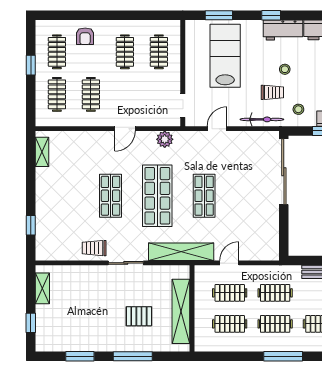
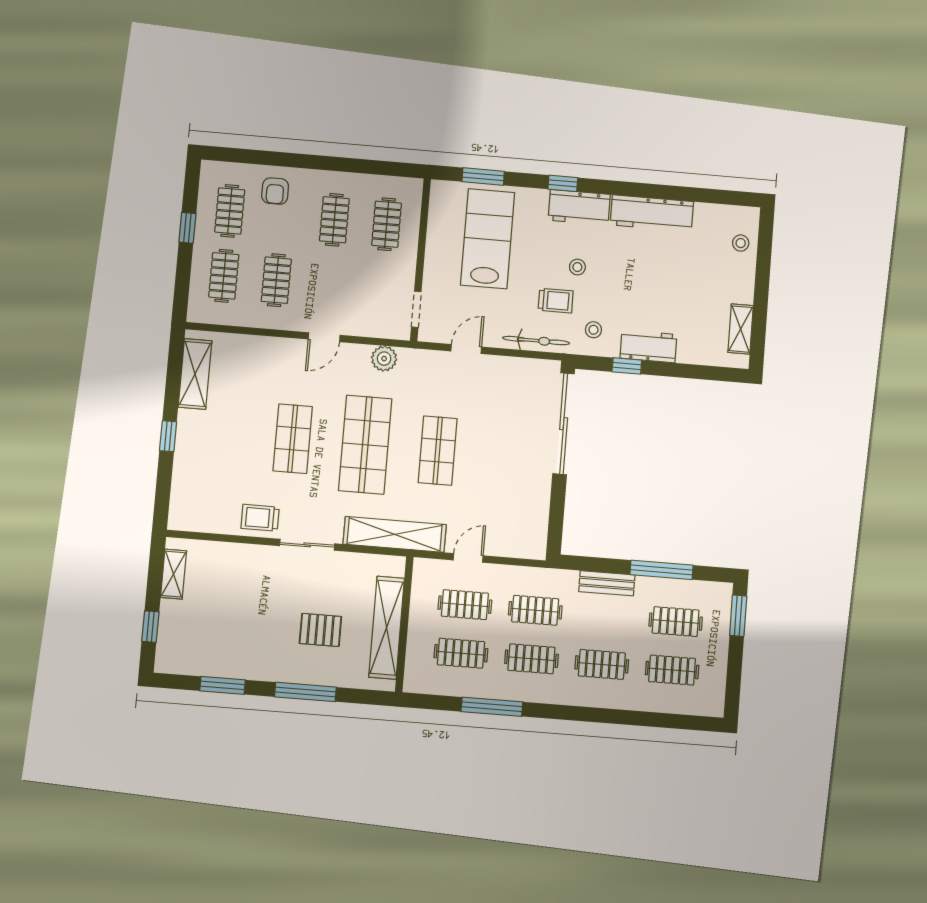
shelving: (42, 152) -> (195, 374), width x1.50, depth x1.33
window: (31, 225) -> (168, 436), moved
window: (283, 356) -> (492, 707), moved

